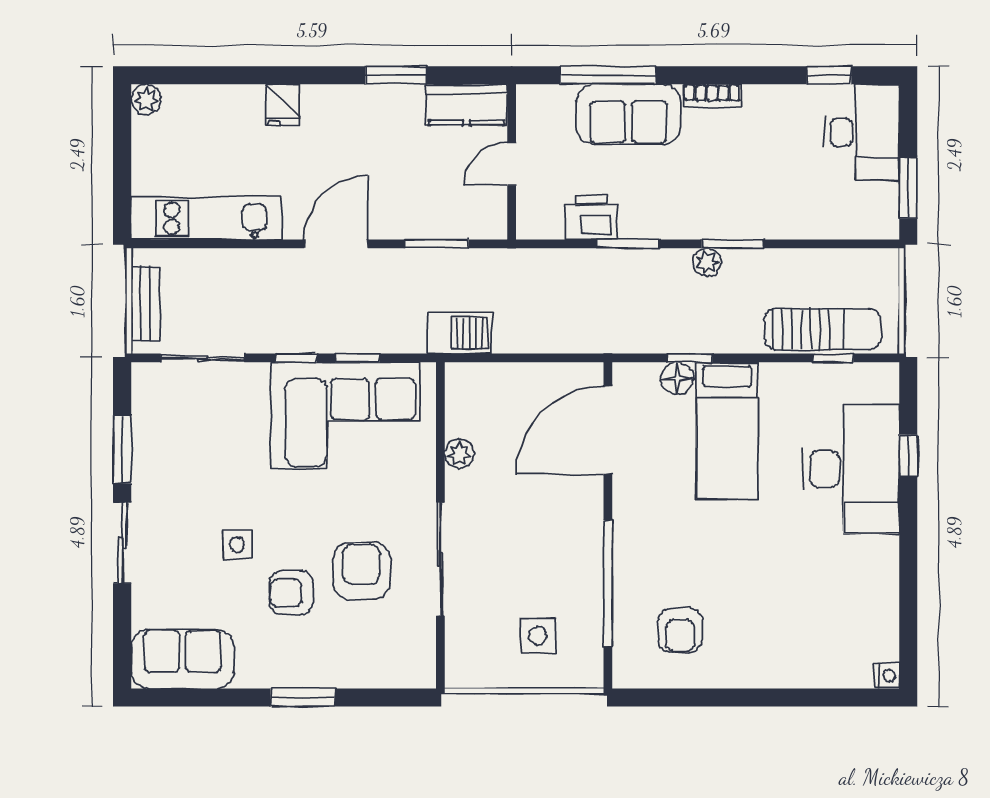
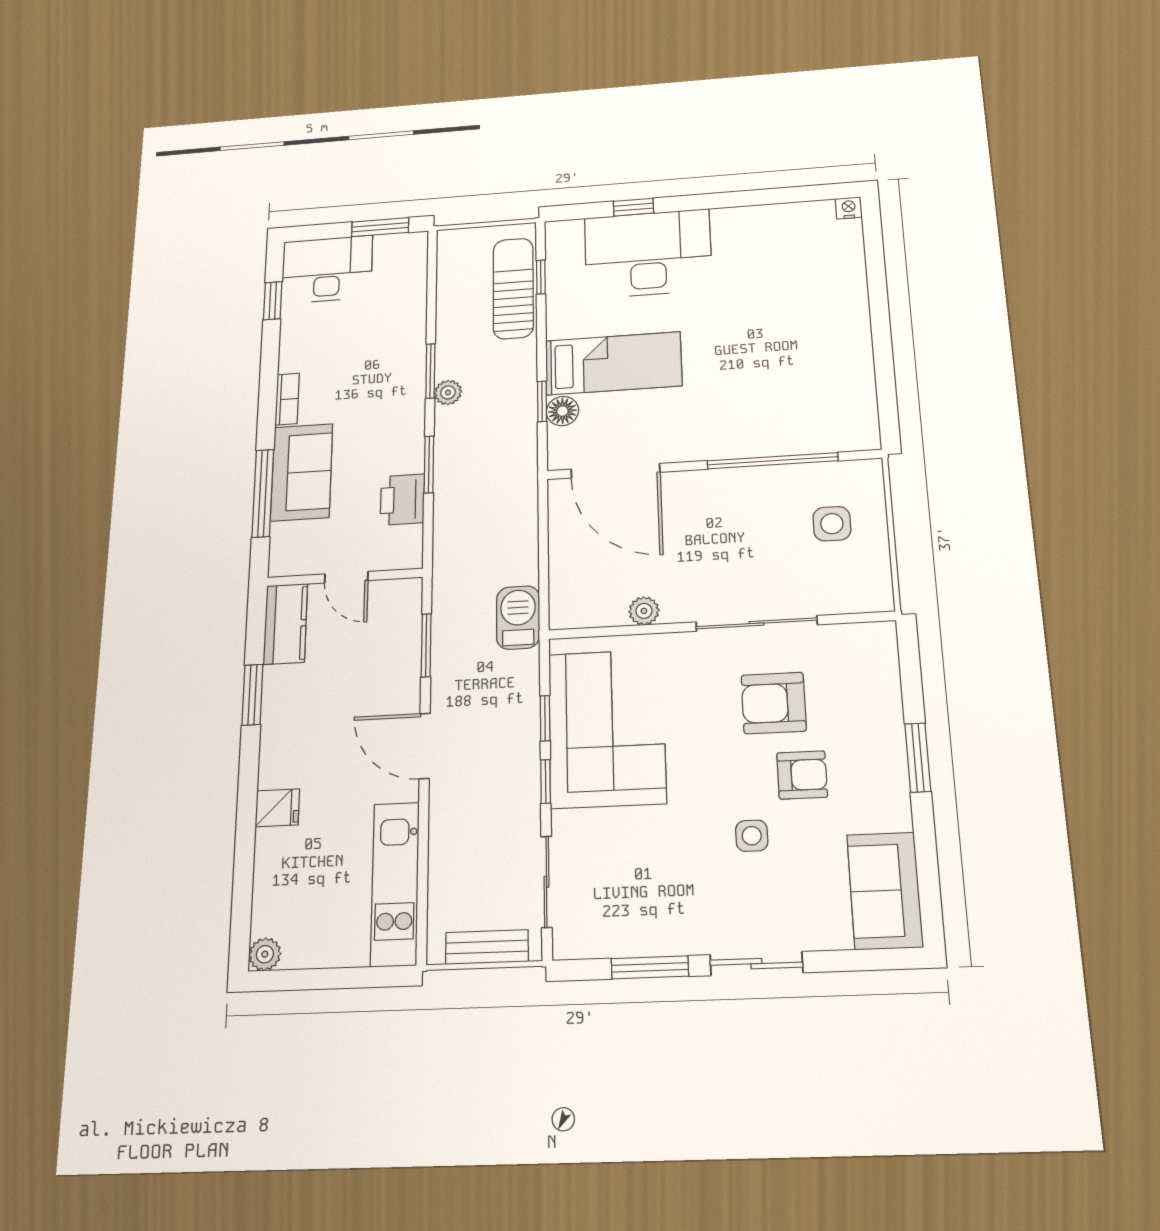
armchair: (291, 593) -> (802, 775), turned -90
armchair: (680, 630) -> (816, 391), removed

